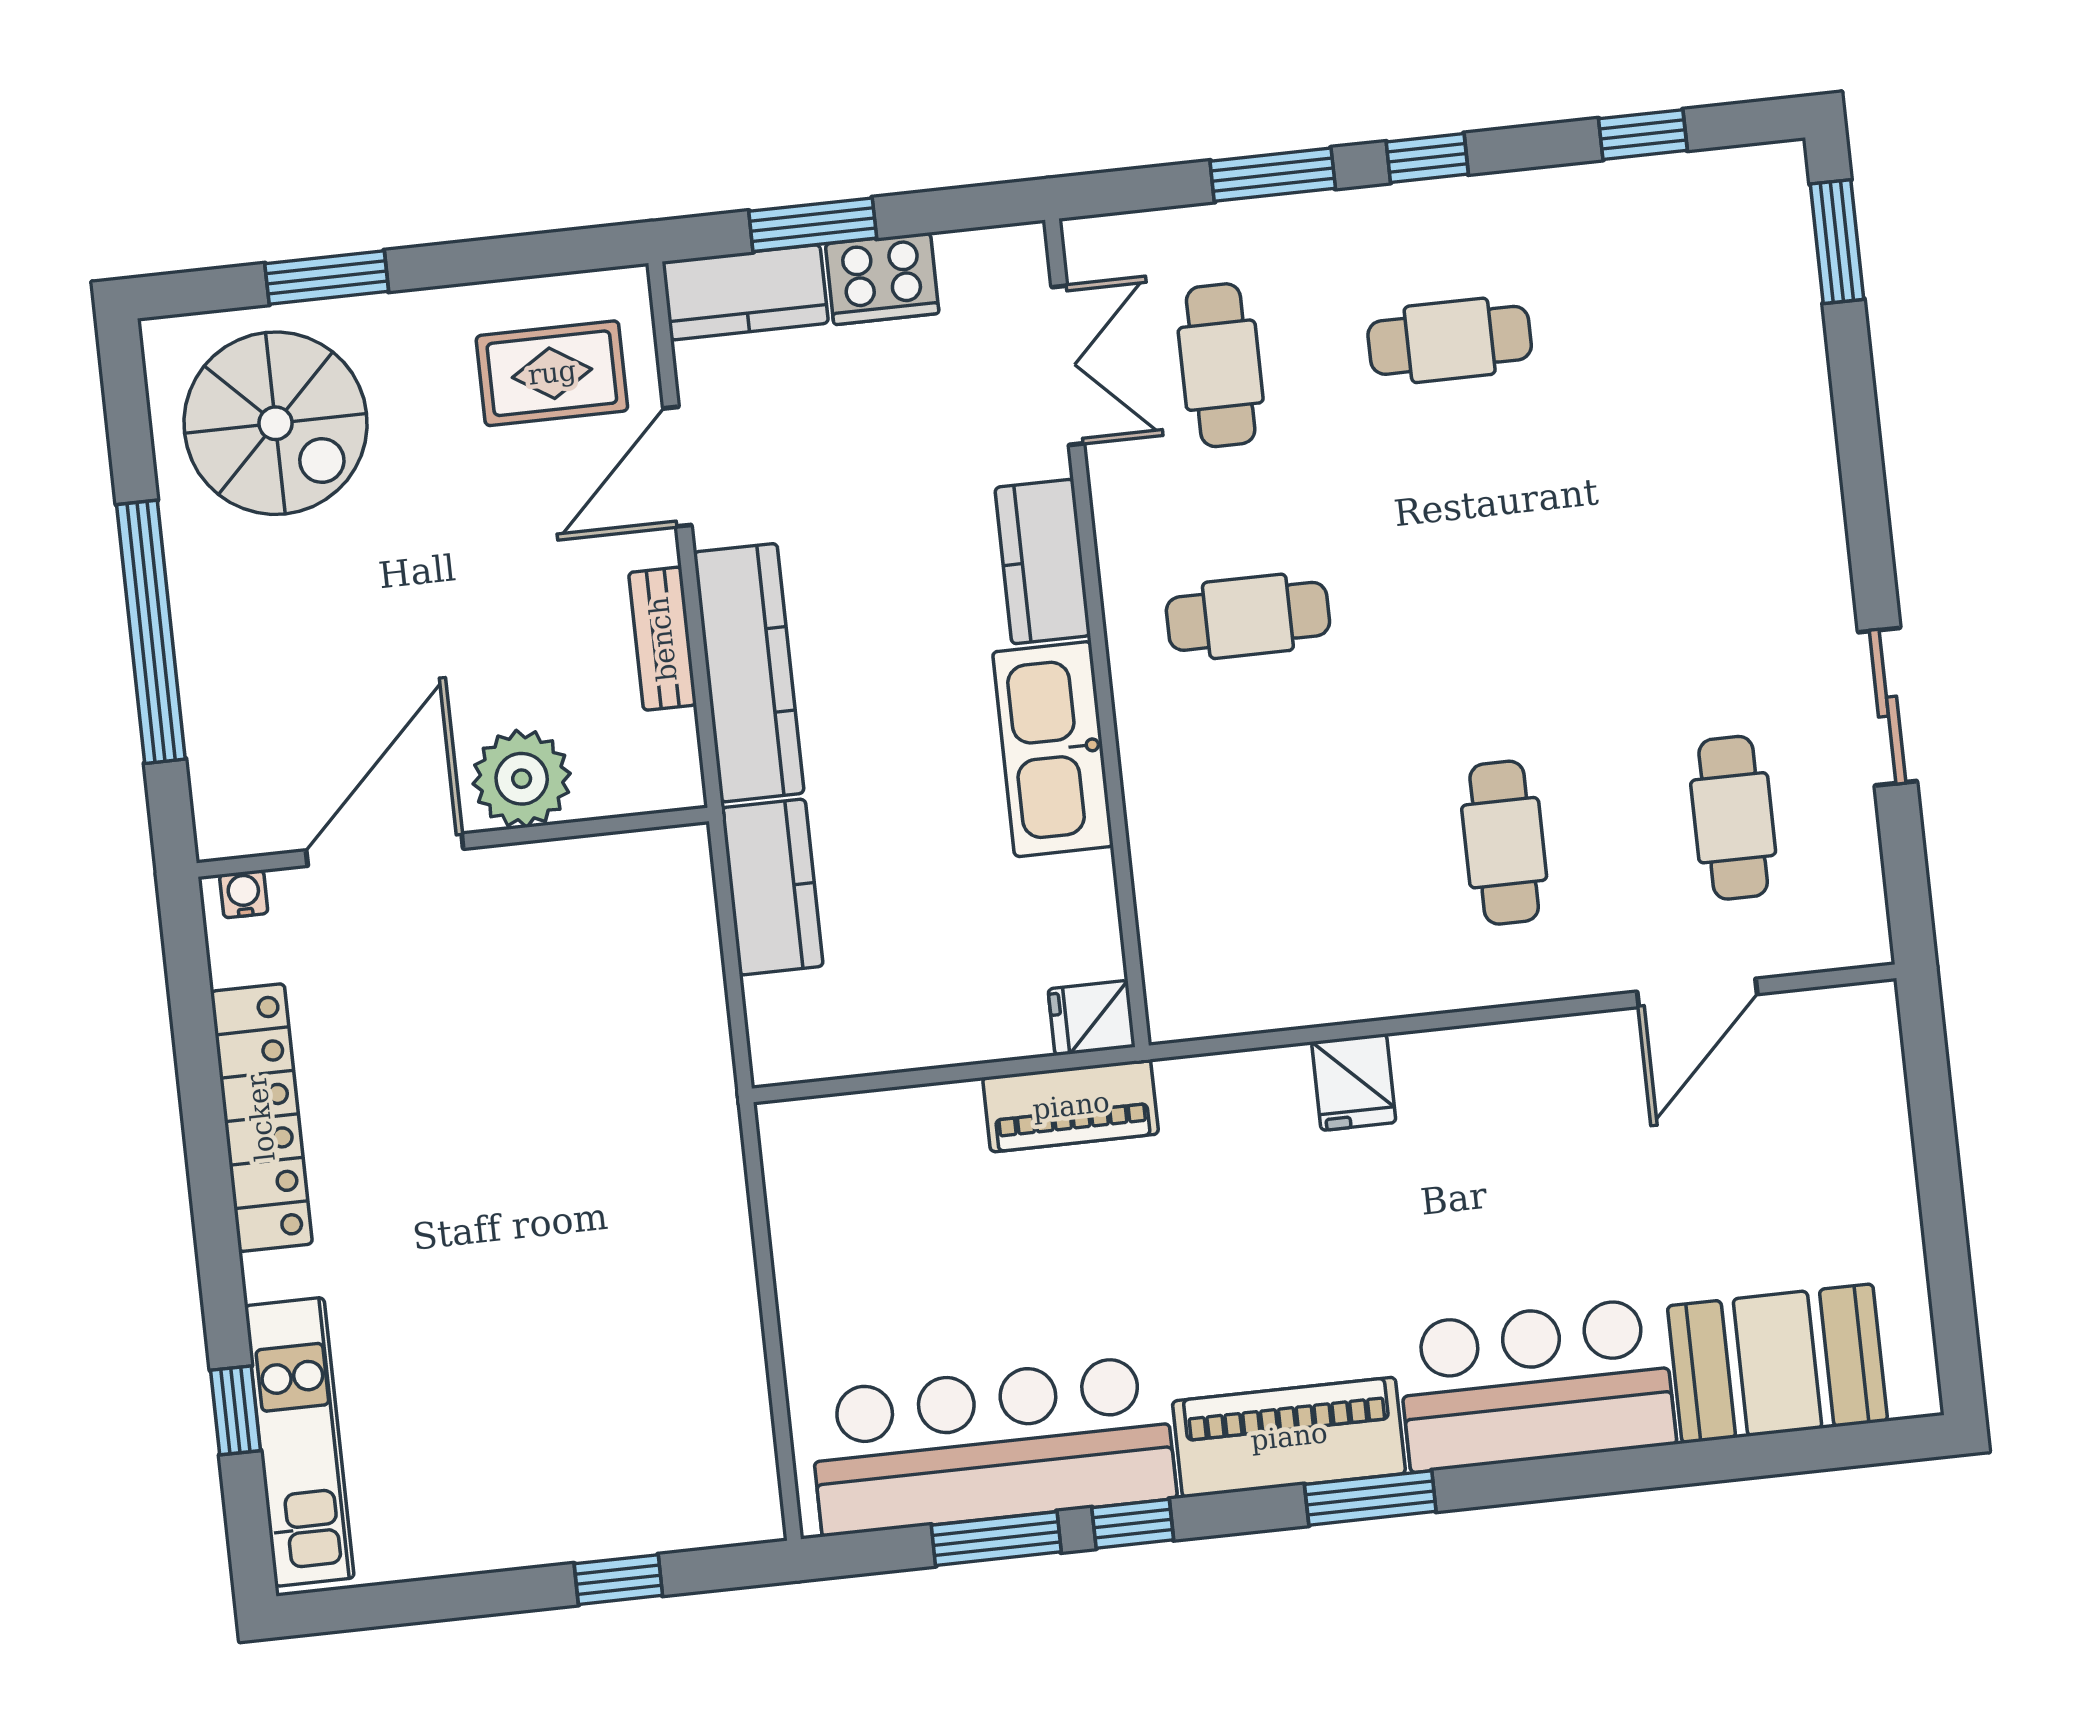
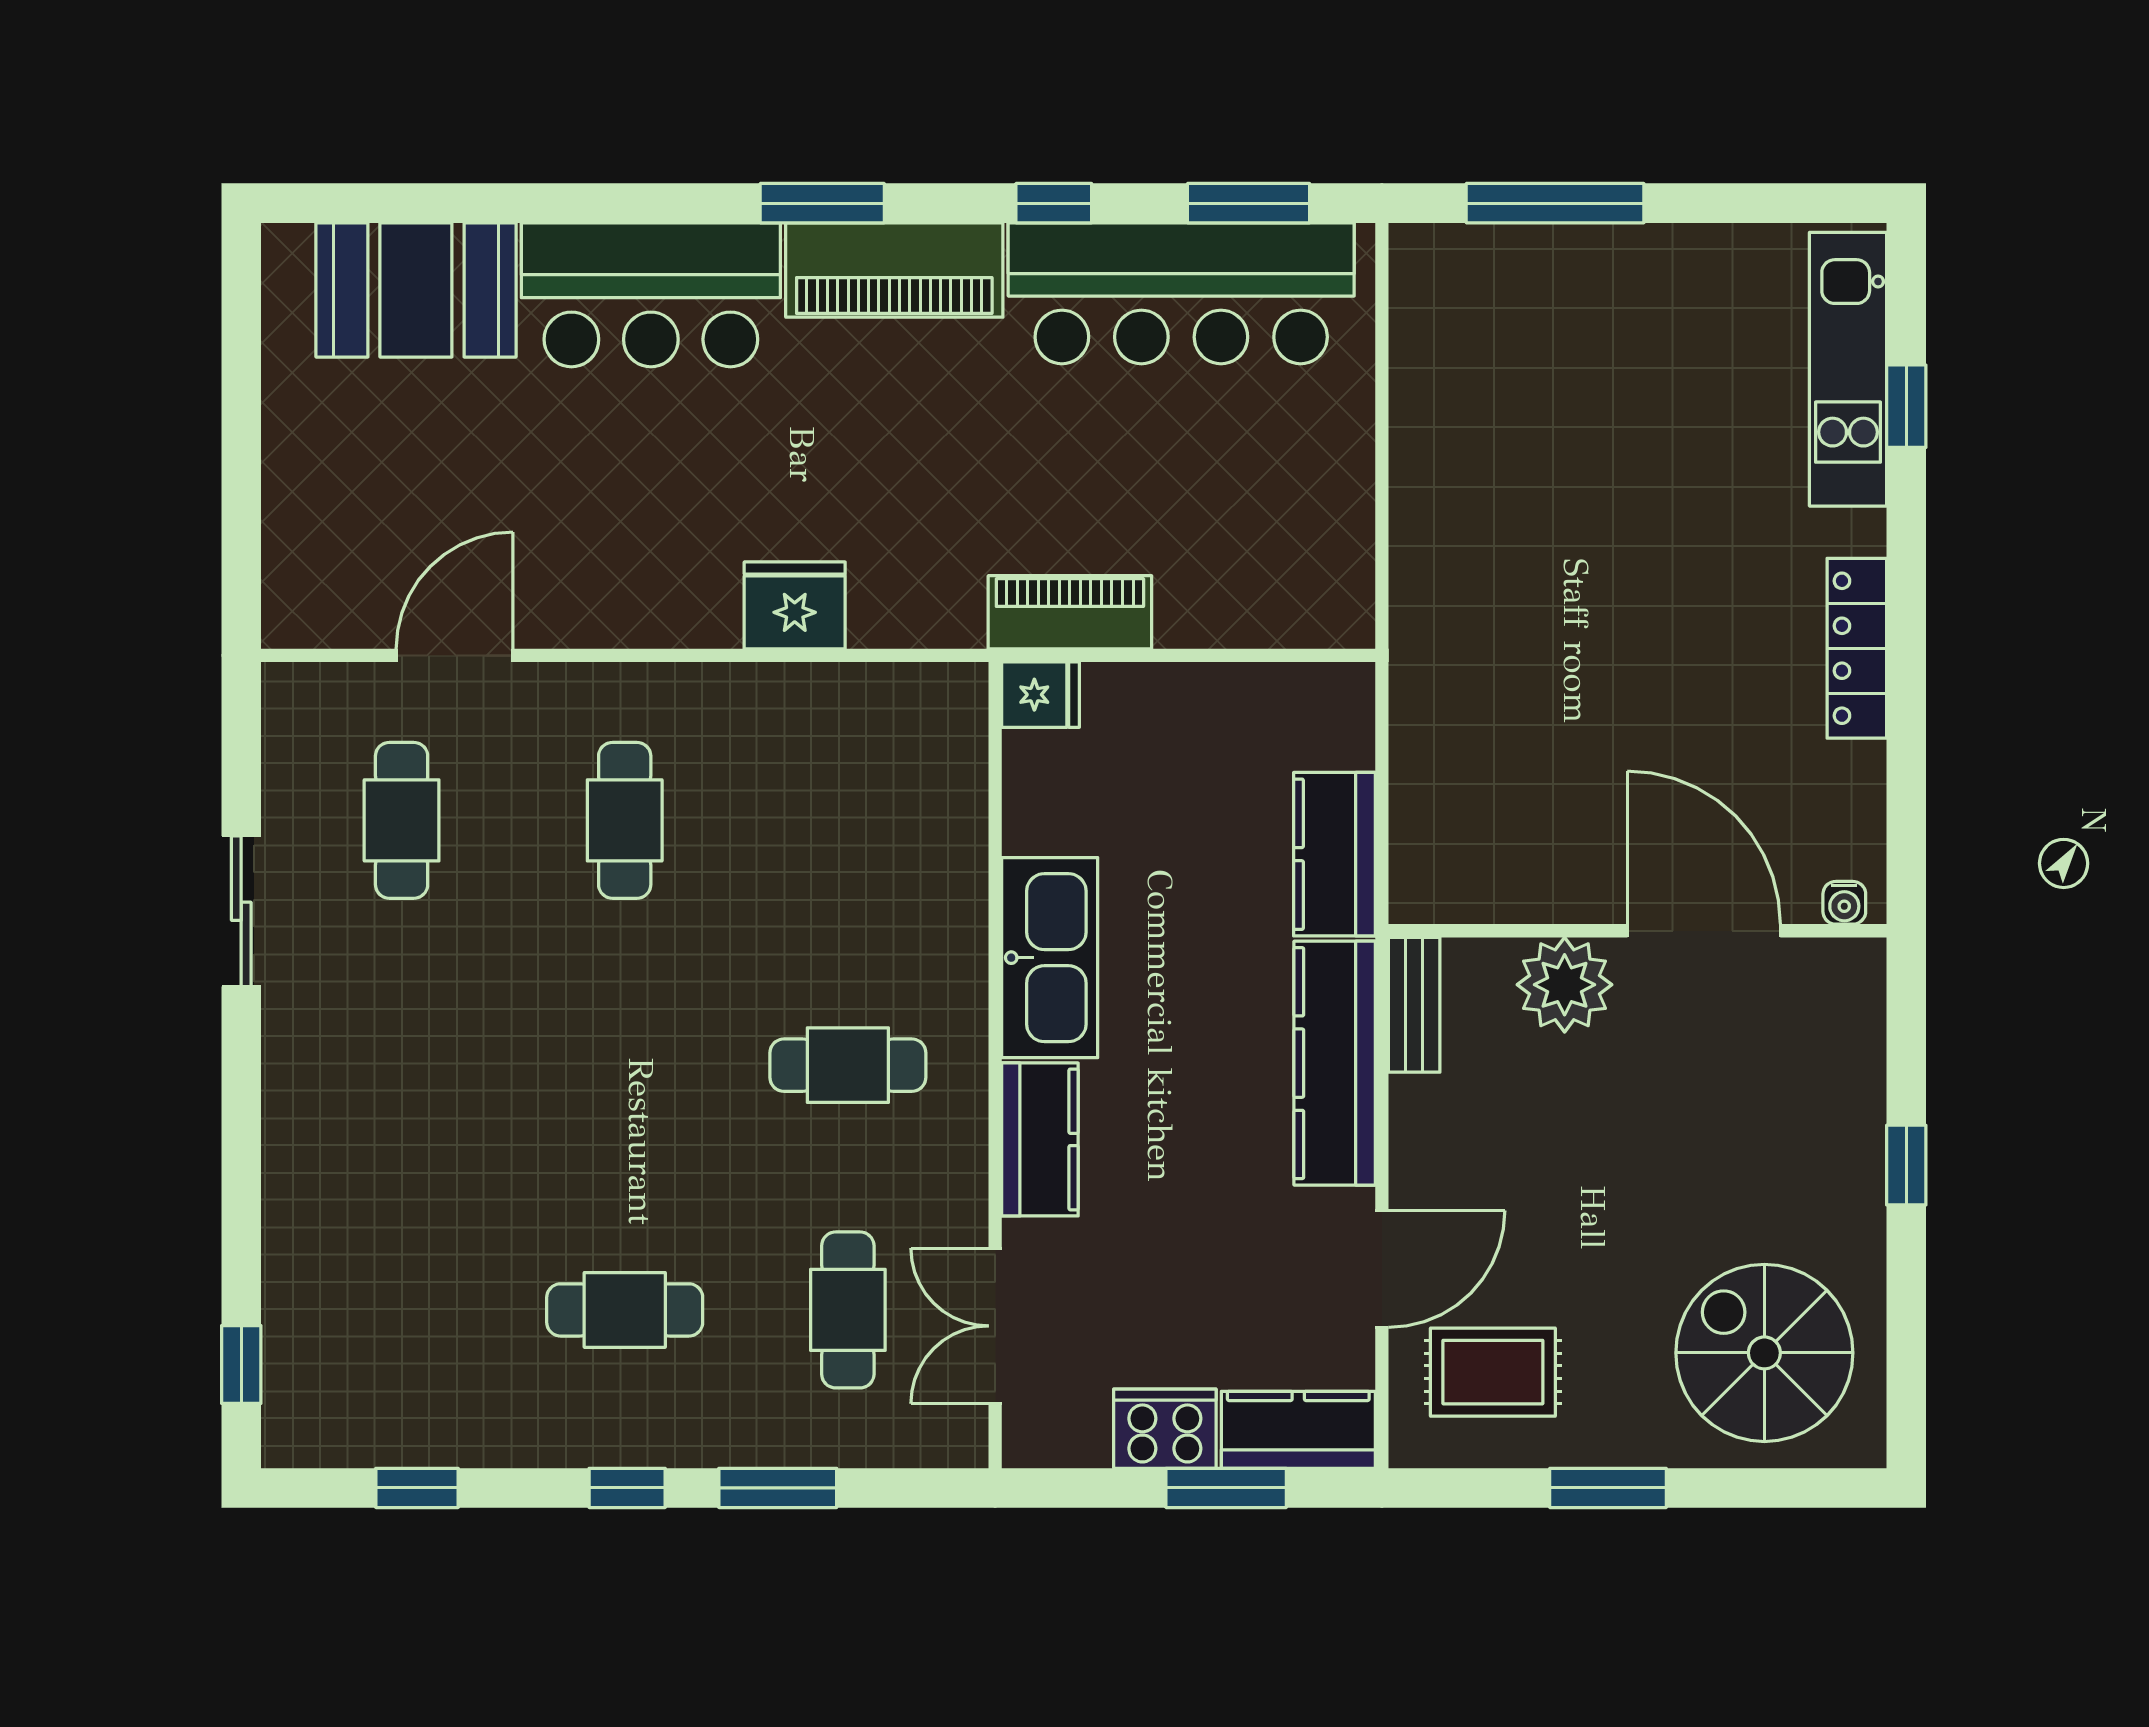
window: (1837, 242) -> (241, 1364), width x0.67
window: (327, 278) -> (1608, 1488), moved
window: (151, 632) -> (1906, 1165), width x0.32
bench: (663, 639) -> (1414, 1005), moved
door: (385, 850) -> (1704, 931), swing flipped
fridge: (1354, 1082) -> (795, 605), width x1.38
locker: (261, 1118) -> (1857, 648), width x0.71, depth x0.83
window: (996, 1539) -> (1249, 203), moved
window: (618, 1580) -> (1555, 203), width x2.17

